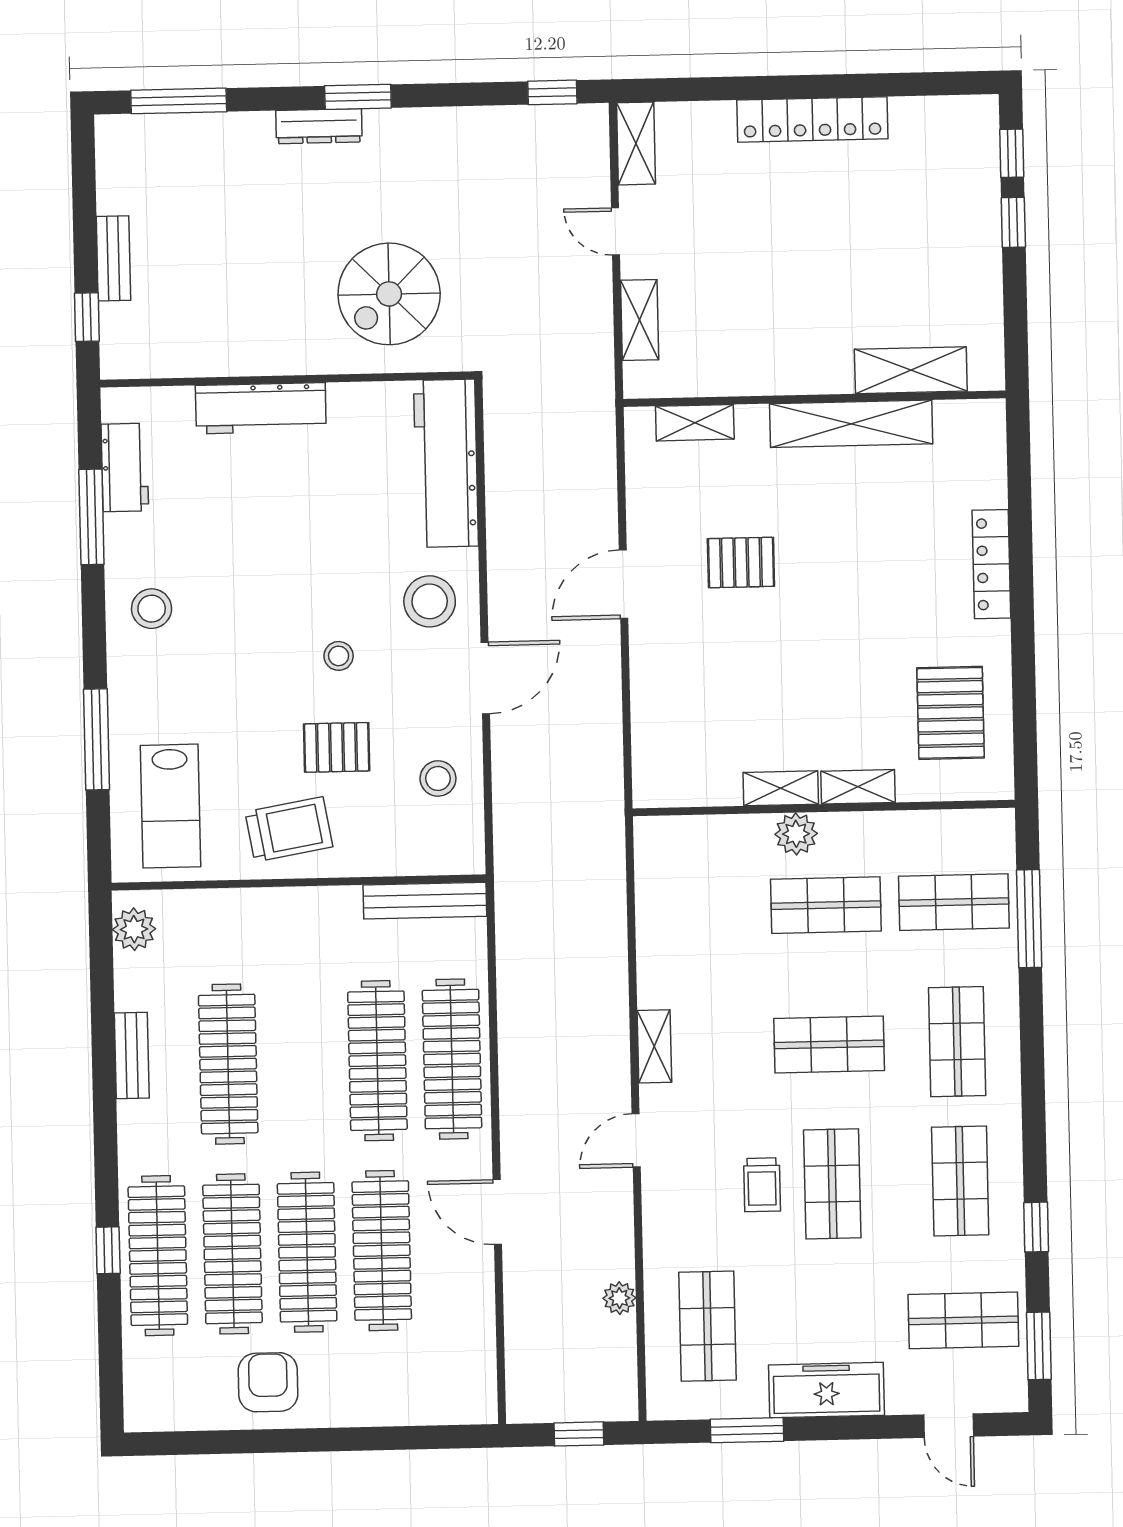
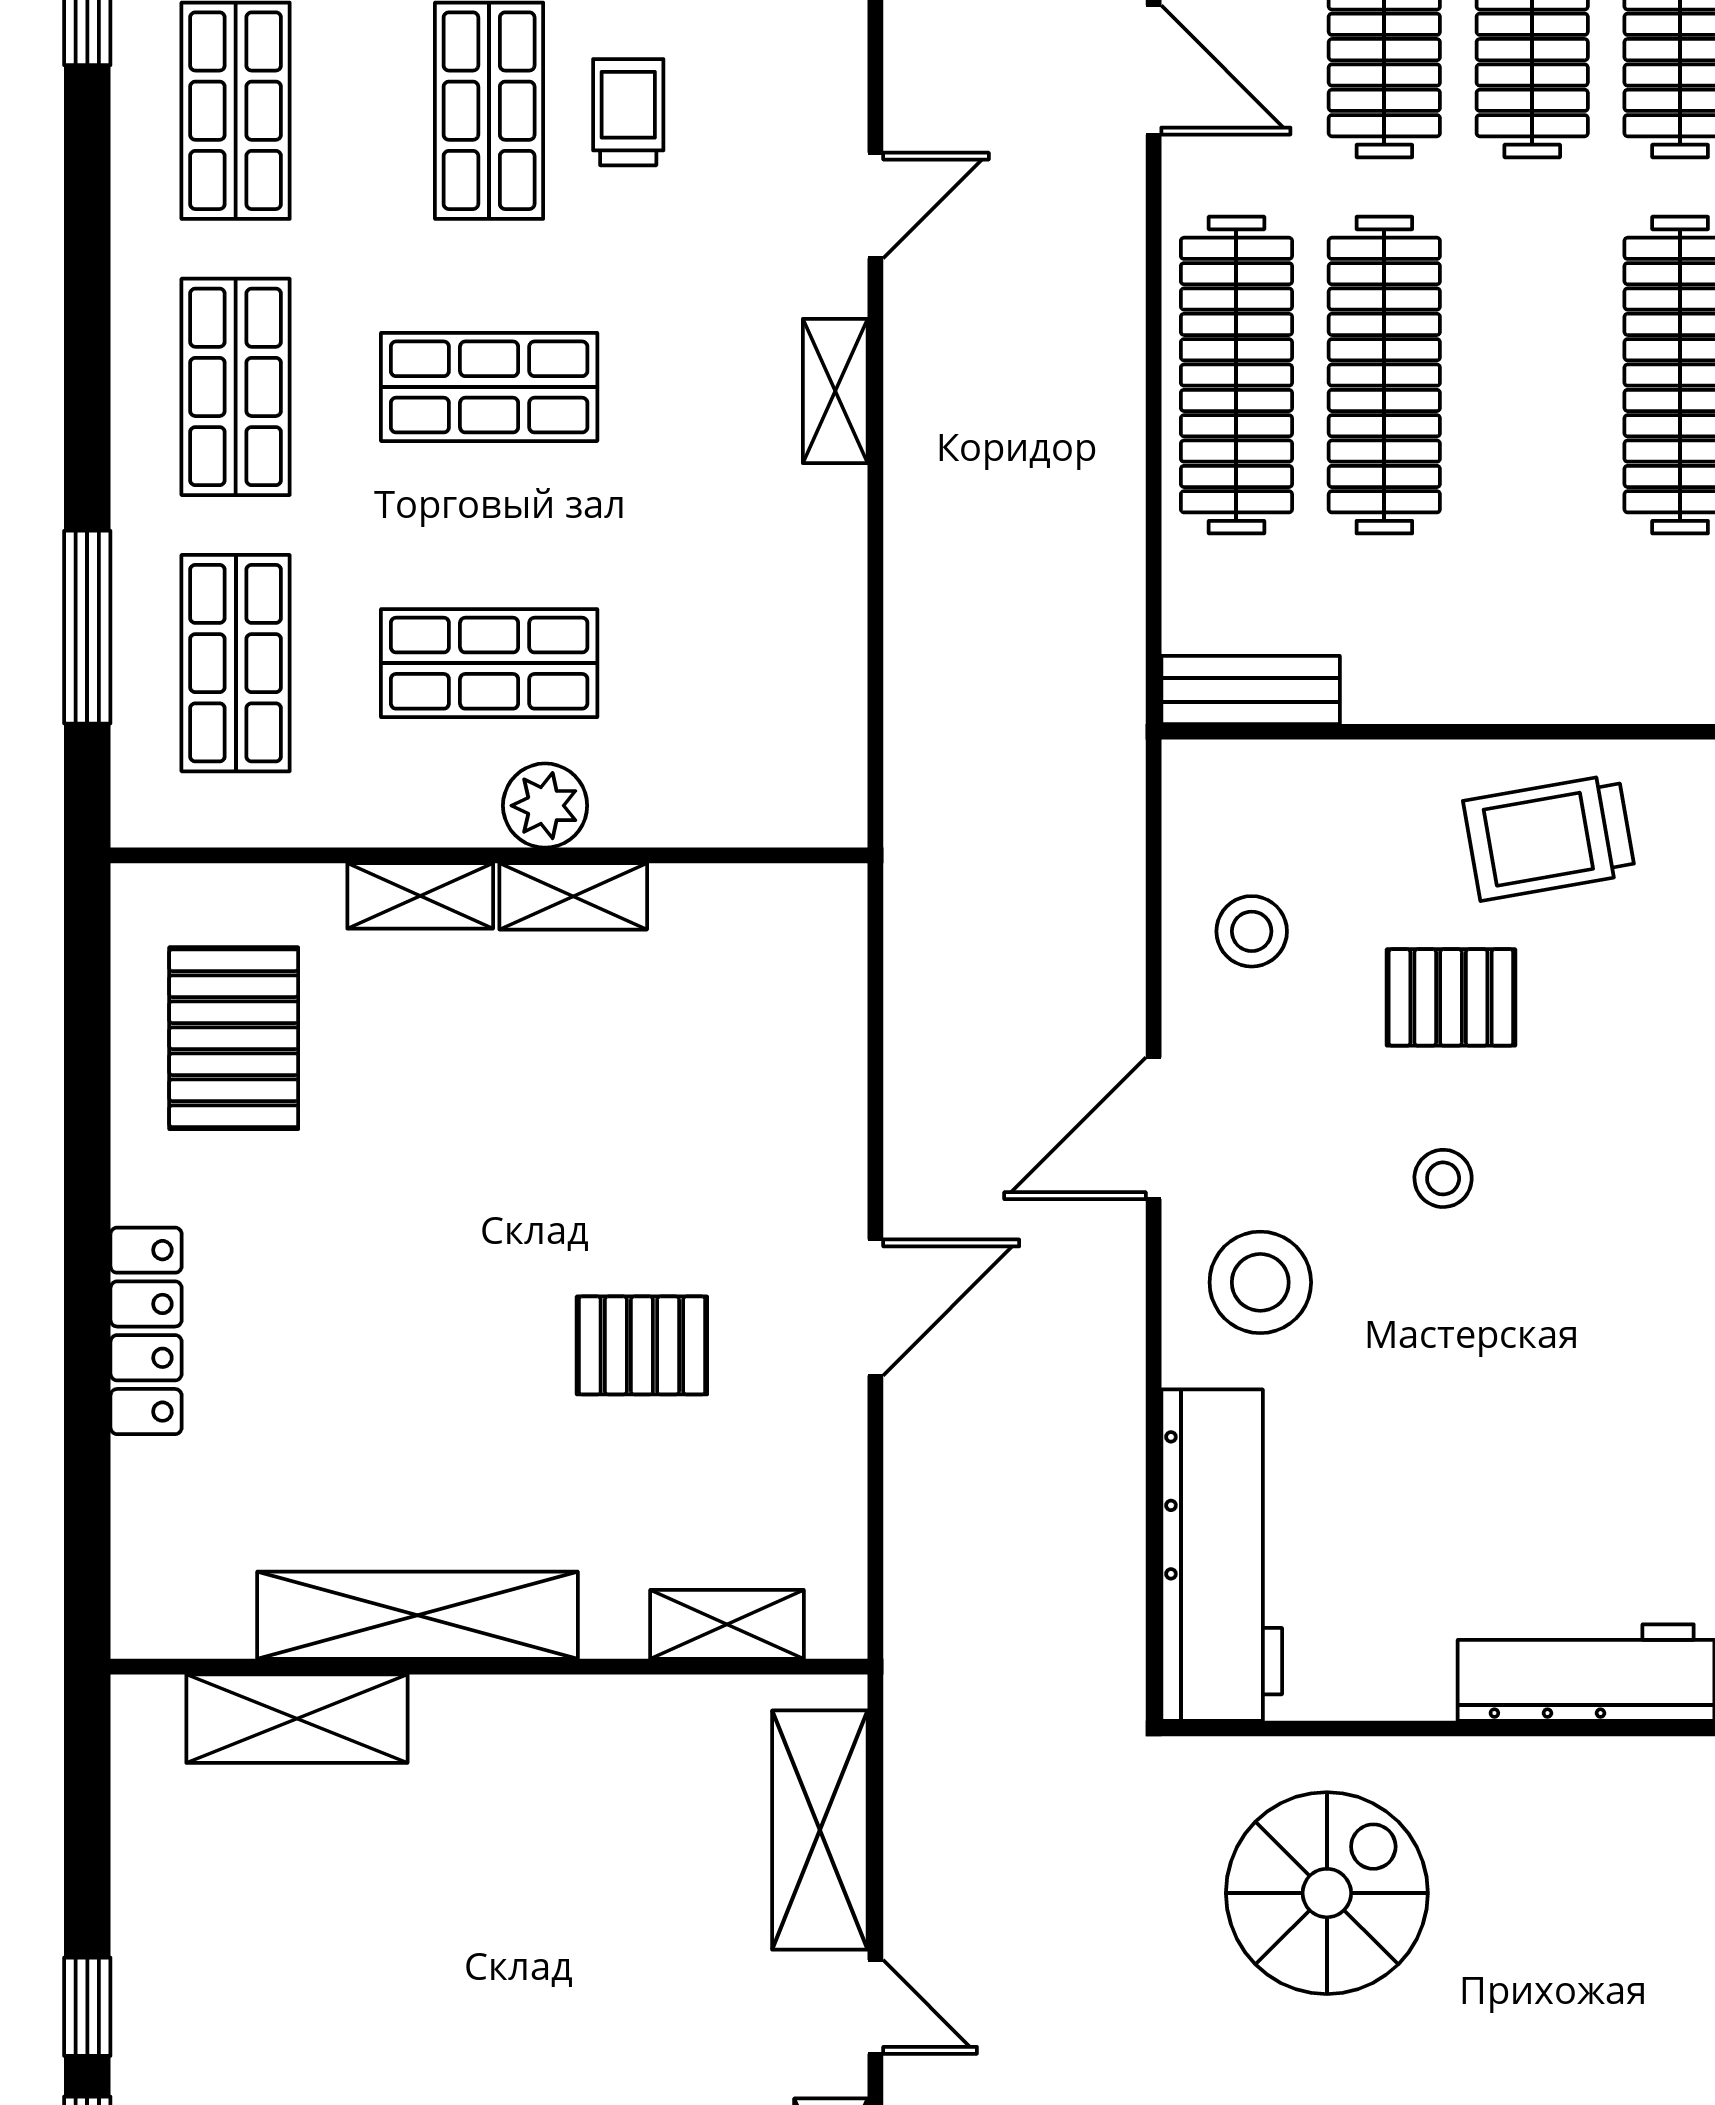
shelving: (640, 320) -> (820, 1830), width x1.50, depth x1.33
bench: (425, 901) -> (1251, 690), width x0.73
shop shelf: (954, 902) -> (236, 663), turned 90

